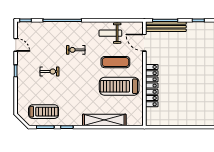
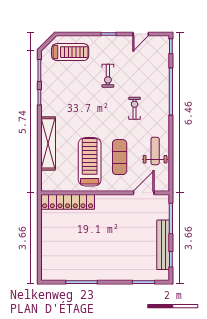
bench: (166, 27) -> (163, 245), moved
locker: (152, 86) -> (68, 202), moved
treadmill: (44, 112) -> (70, 52), moved, turned -90

